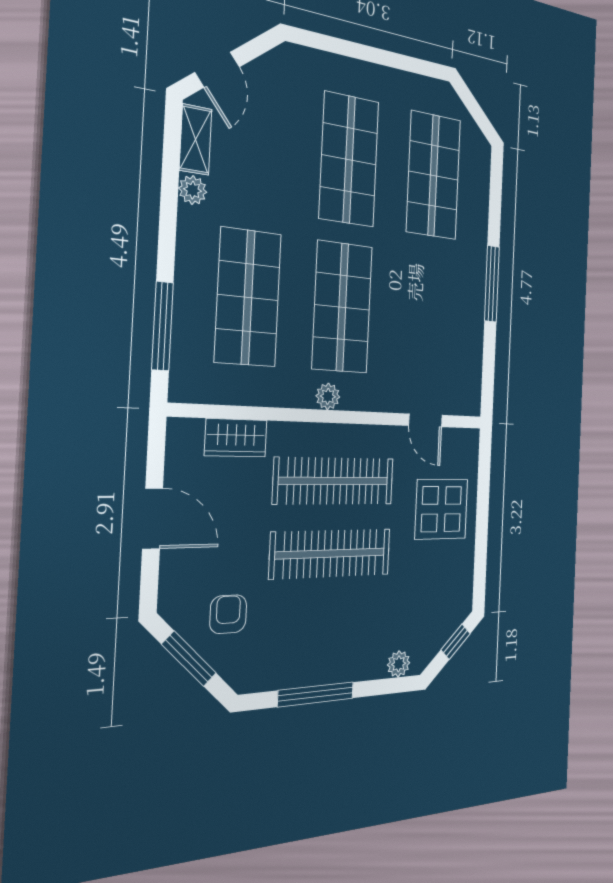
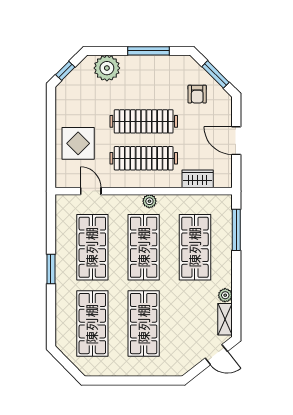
door: (217, 70) -> (216, 355), swing flipped
window: (492, 284) -> (51, 269), width x0.69
shop shelf: (427, 316) -> (92, 247), added
plant: (399, 664) -> (107, 68), width x1.88, depth x1.88

